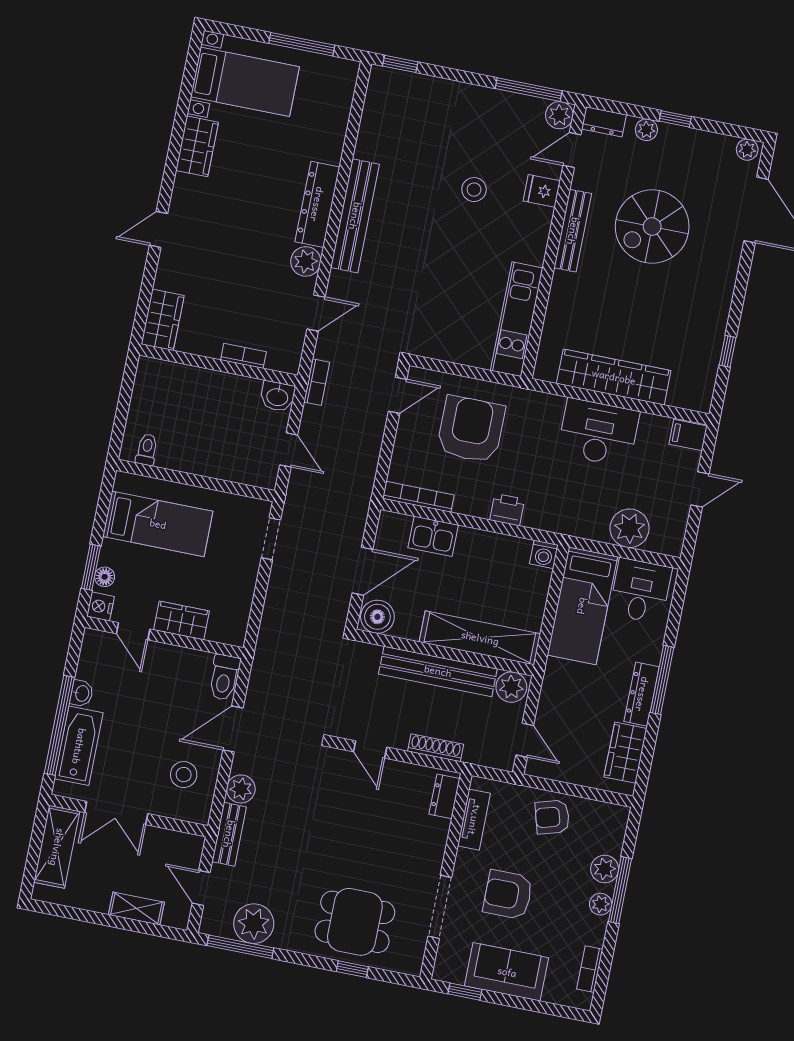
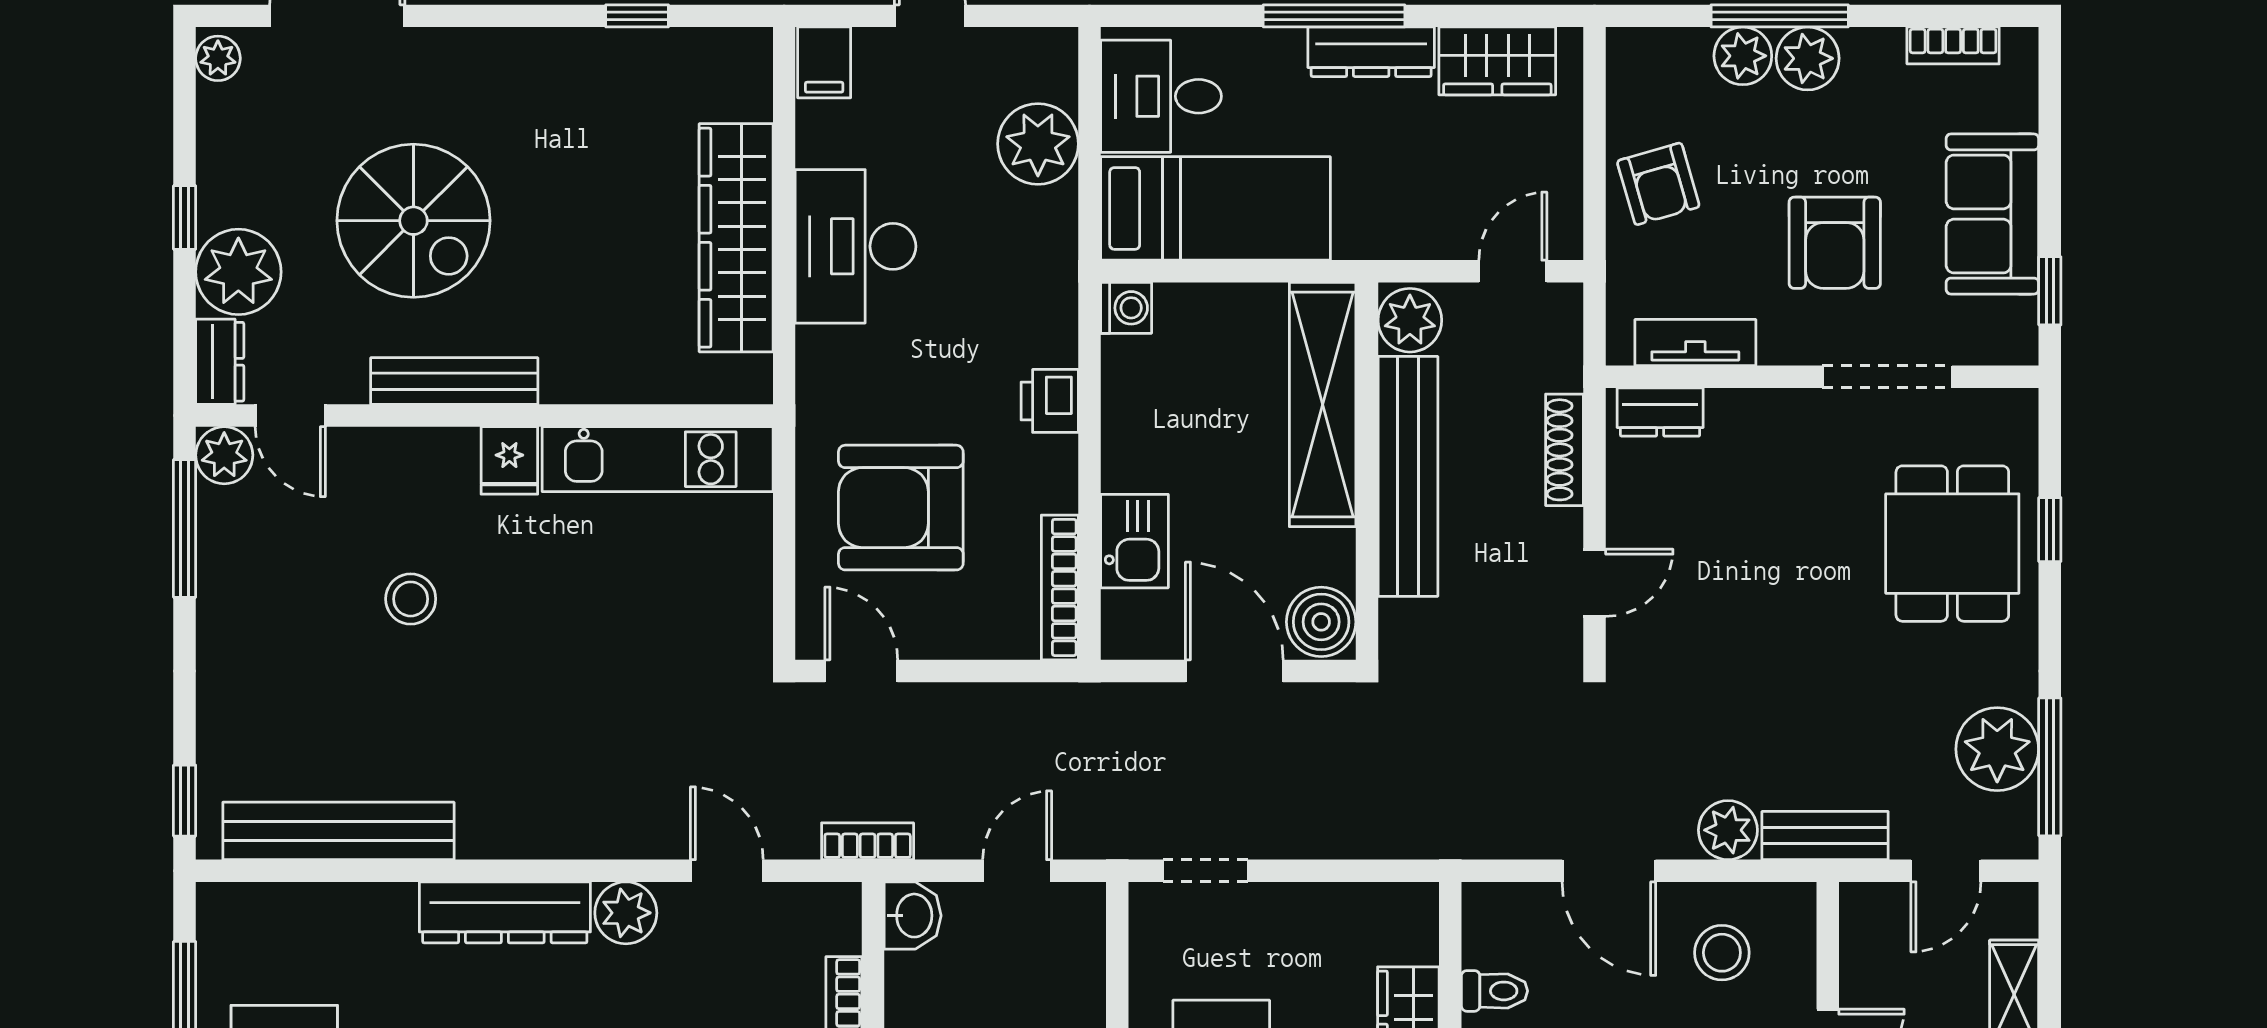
plant: (646, 130) -> (238, 272), width x1.87, depth x1.87
fridge: (542, 191) -> (509, 460), moved
bench: (355, 216) -> (338, 831), moved
toilet: (224, 677) -> (1494, 991), moved, width x0.73, depth x0.72
plant: (601, 904) -> (1808, 58), width x1.38, depth x1.38

